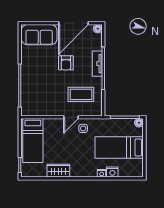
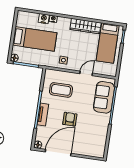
sofa: (39, 35) -> (104, 97), moved, turned -90
door: (71, 117) -> (86, 73), moved
bed: (33, 141) -> (108, 43), moved, turned 180
wardrobe: (58, 171) -> (85, 26), width x1.50

